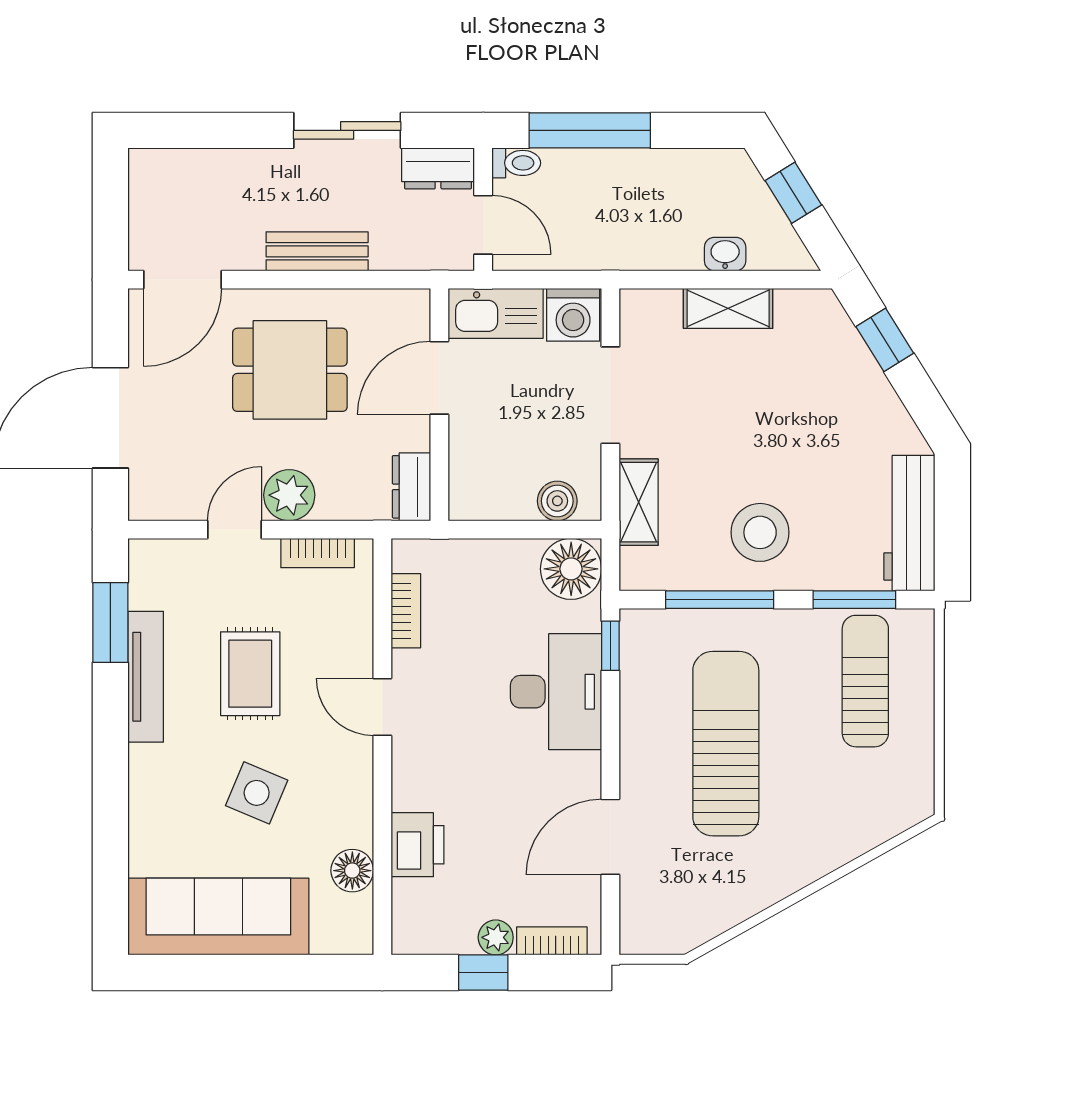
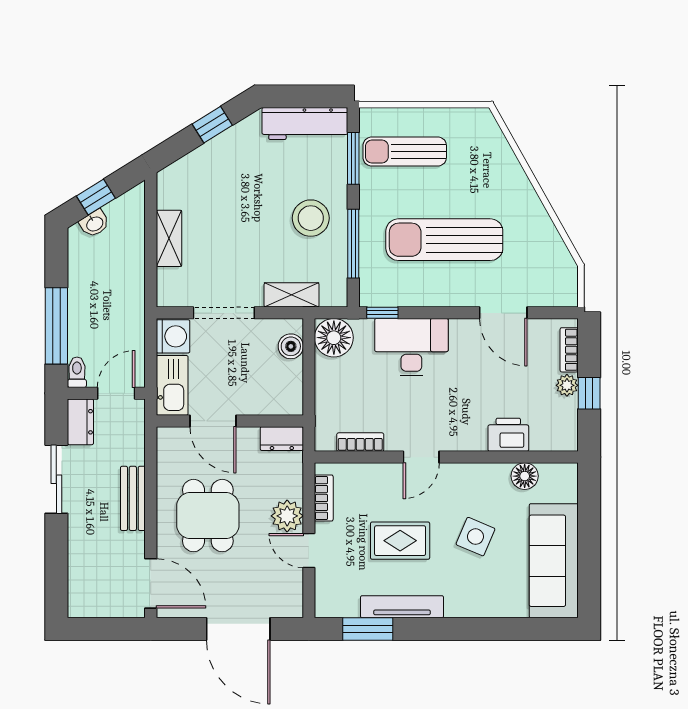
washbasin: (725, 254) -> (94, 223), moved, turned -122
window: (885, 340) -> (212, 125), moved

